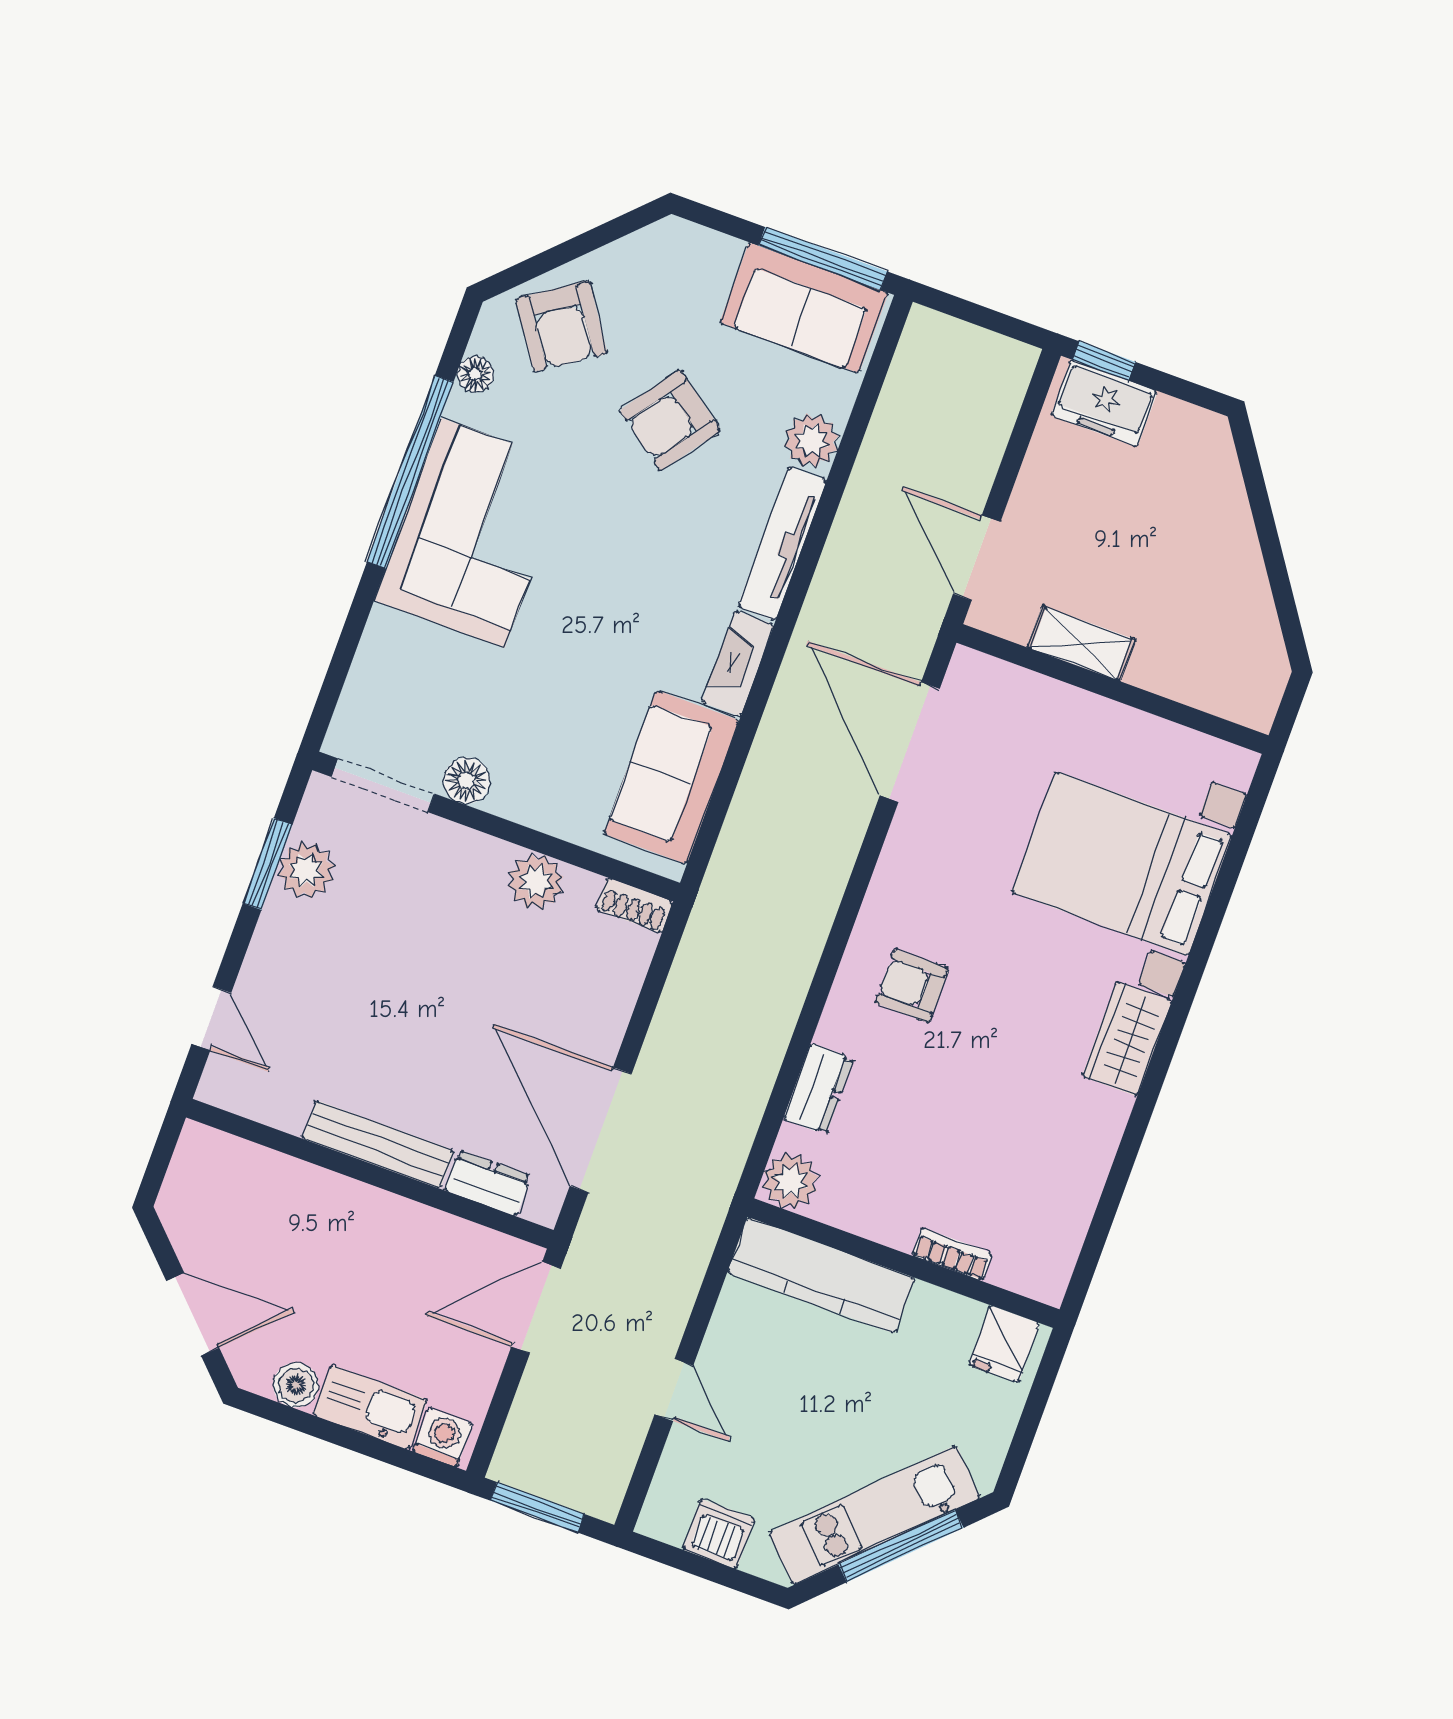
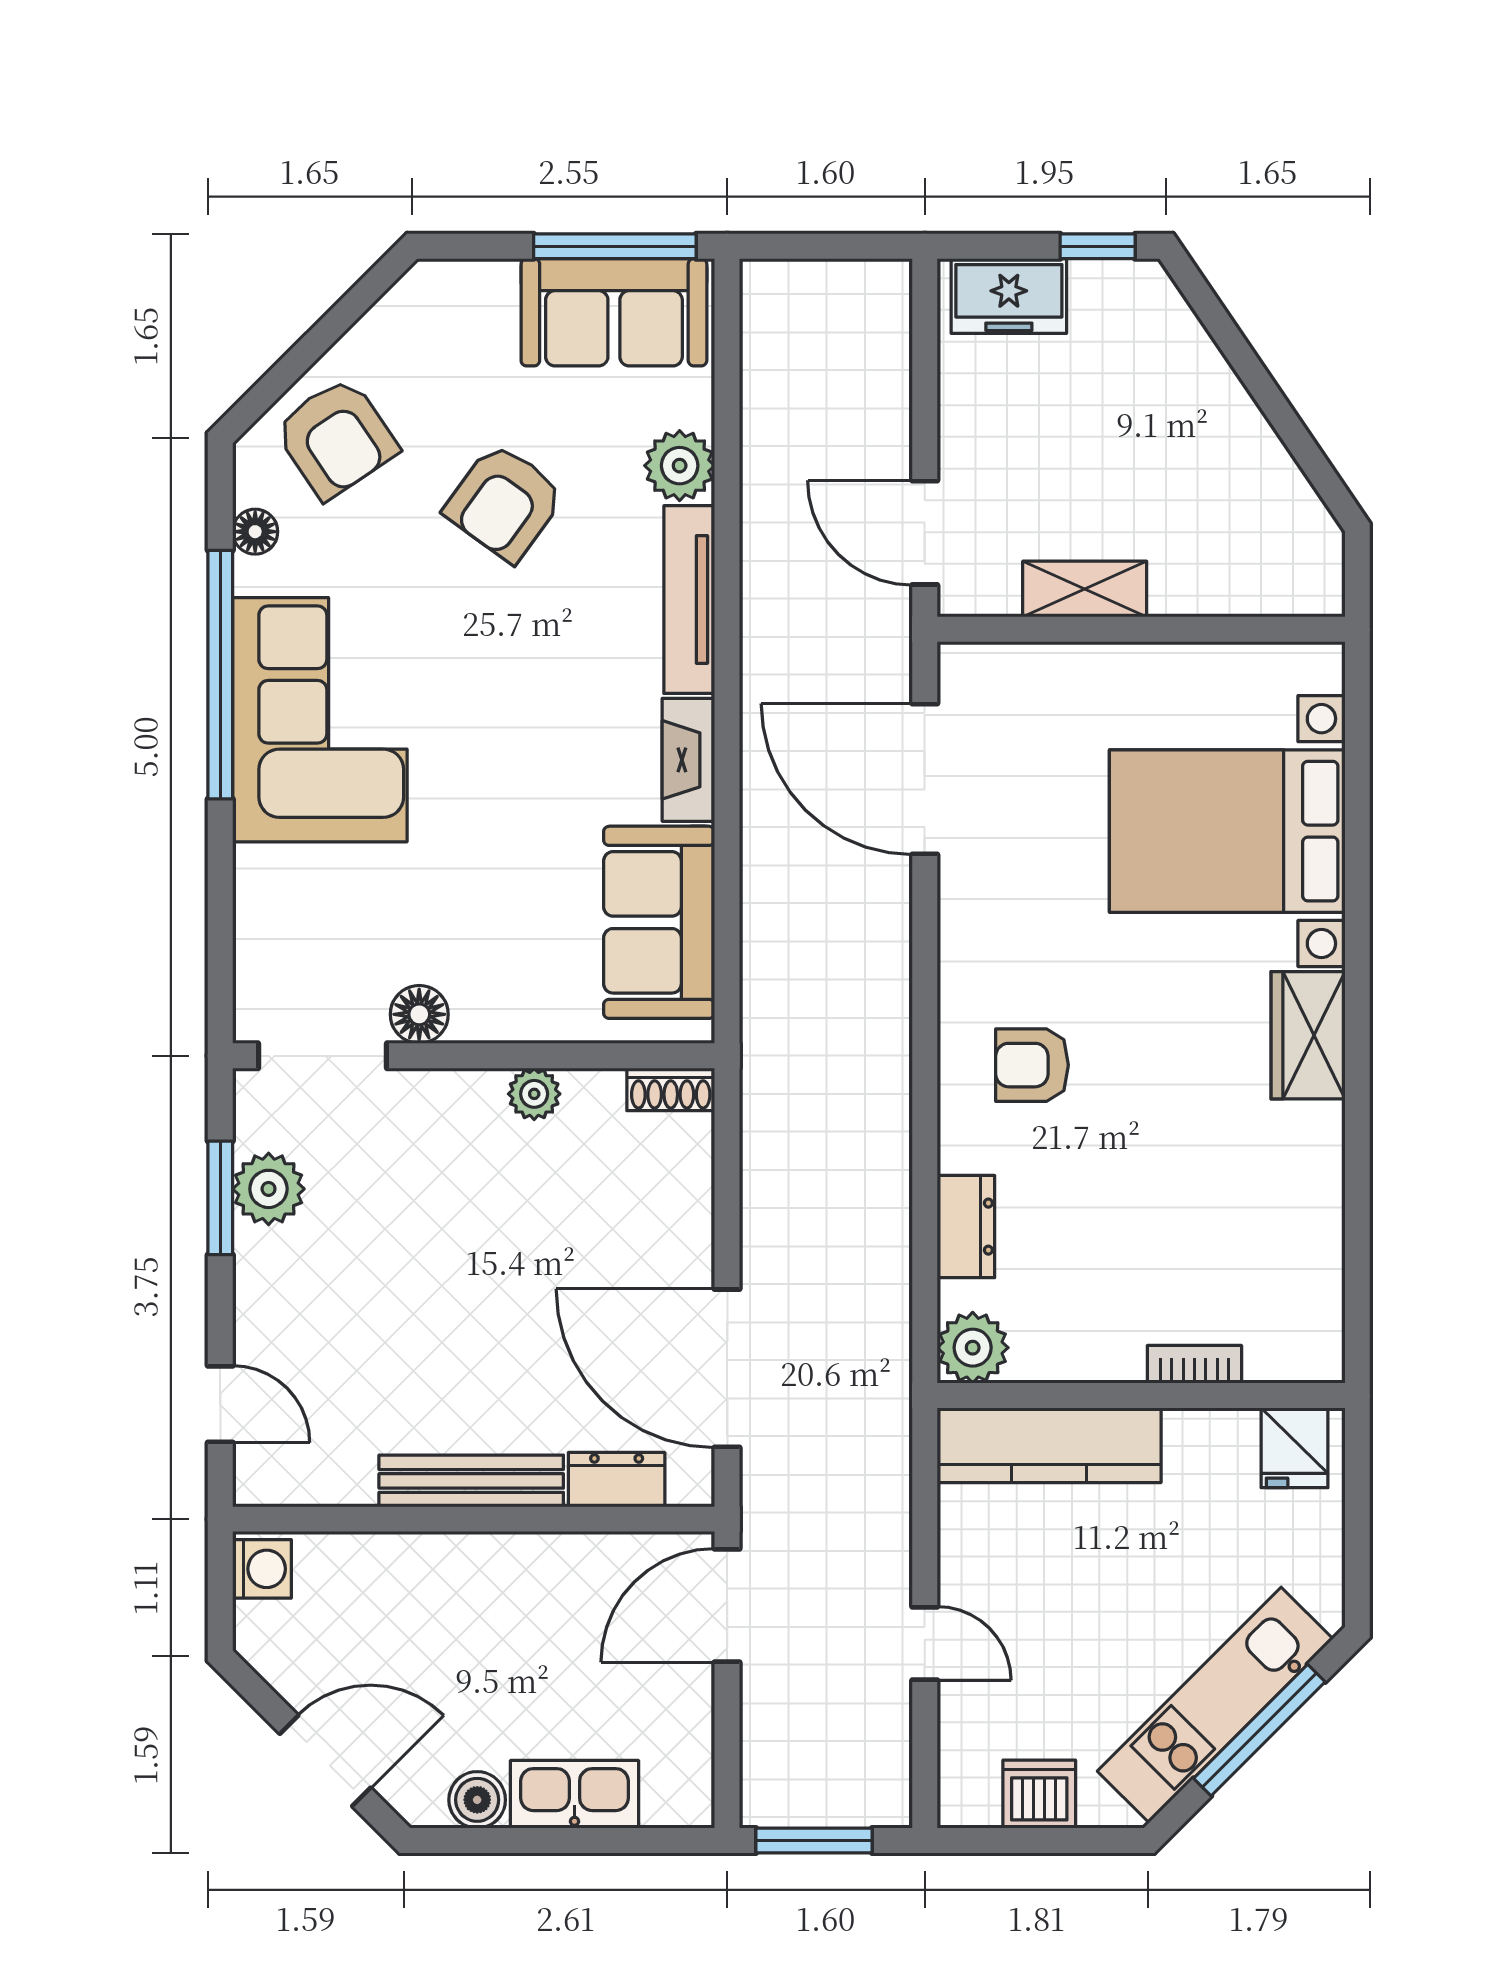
window: (1104, 361) -> (1098, 246), moved
plant: (536, 882) -> (534, 1094), width x0.73, depth x0.73
washing machine: (443, 1438) -> (262, 1569), moved, turned 90

